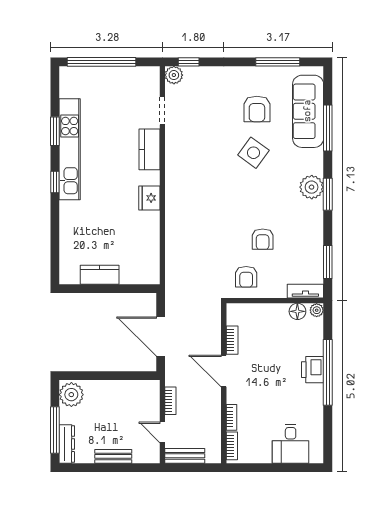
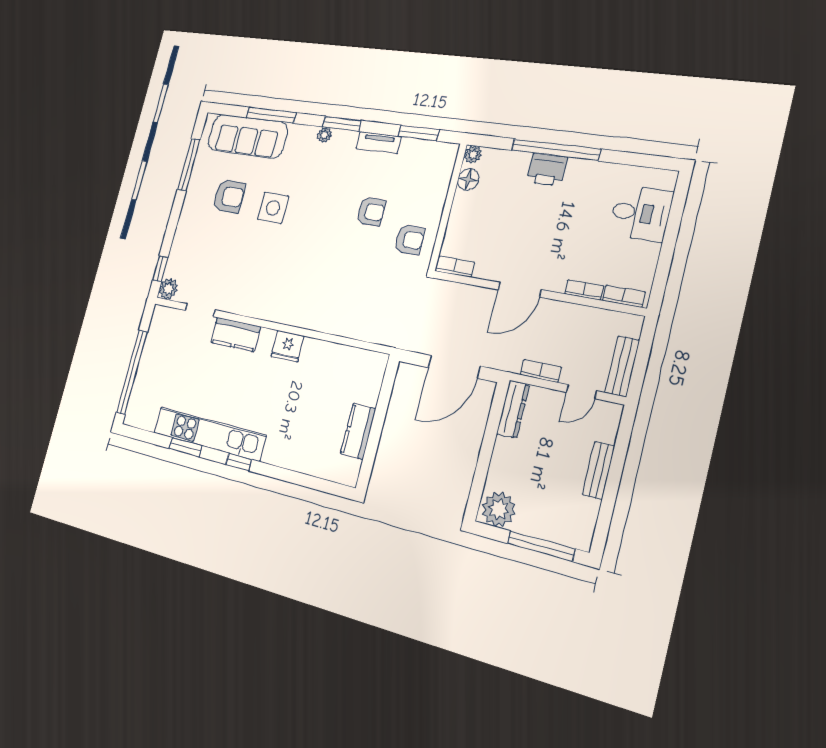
side table: (253, 153) -> (273, 208), turned -36
plant: (312, 187) -> (324, 135), width x0.53, depth x0.53
tv unit: (305, 291) -> (379, 143), moved, turned -90
bookcase: (232, 340) -> (455, 267), moved
dresser: (67, 444) -> (513, 409), moved, turned 90

